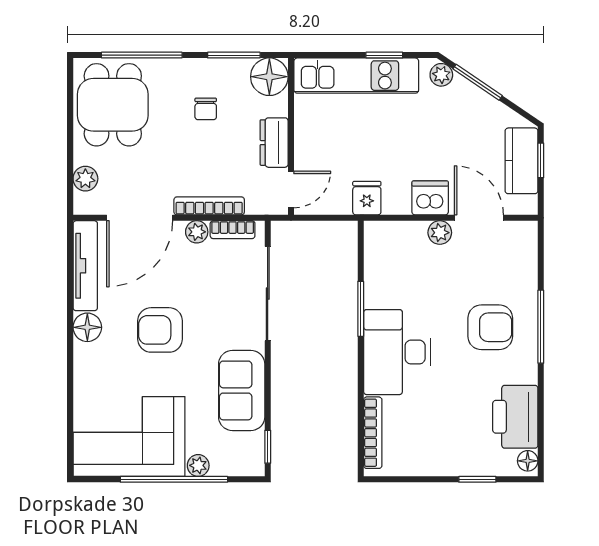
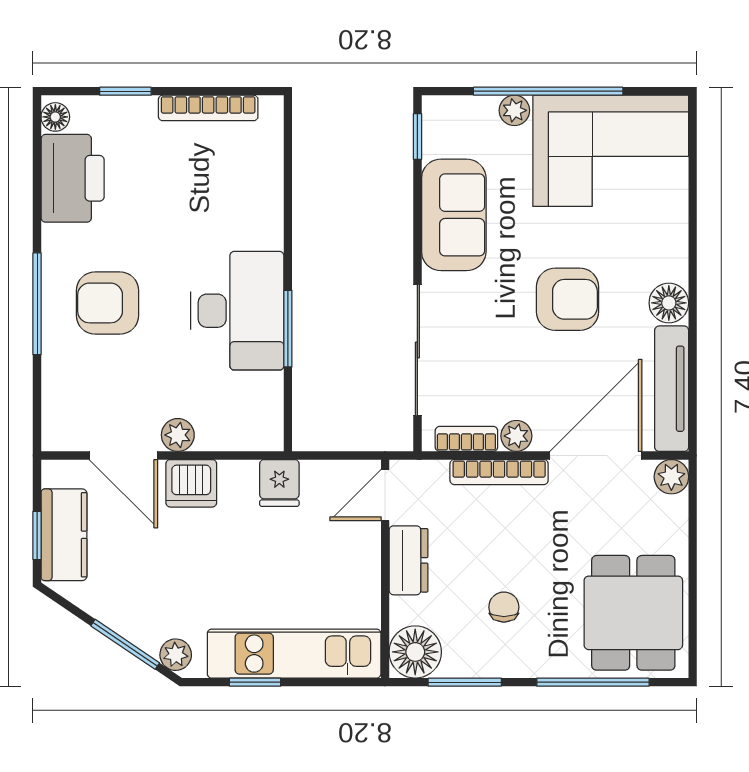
plant: (85, 179) -> (671, 477), moved
desk: (397, 352) -> (237, 311), moved
bookcase: (373, 433) -> (208, 108), moved, turned -90

